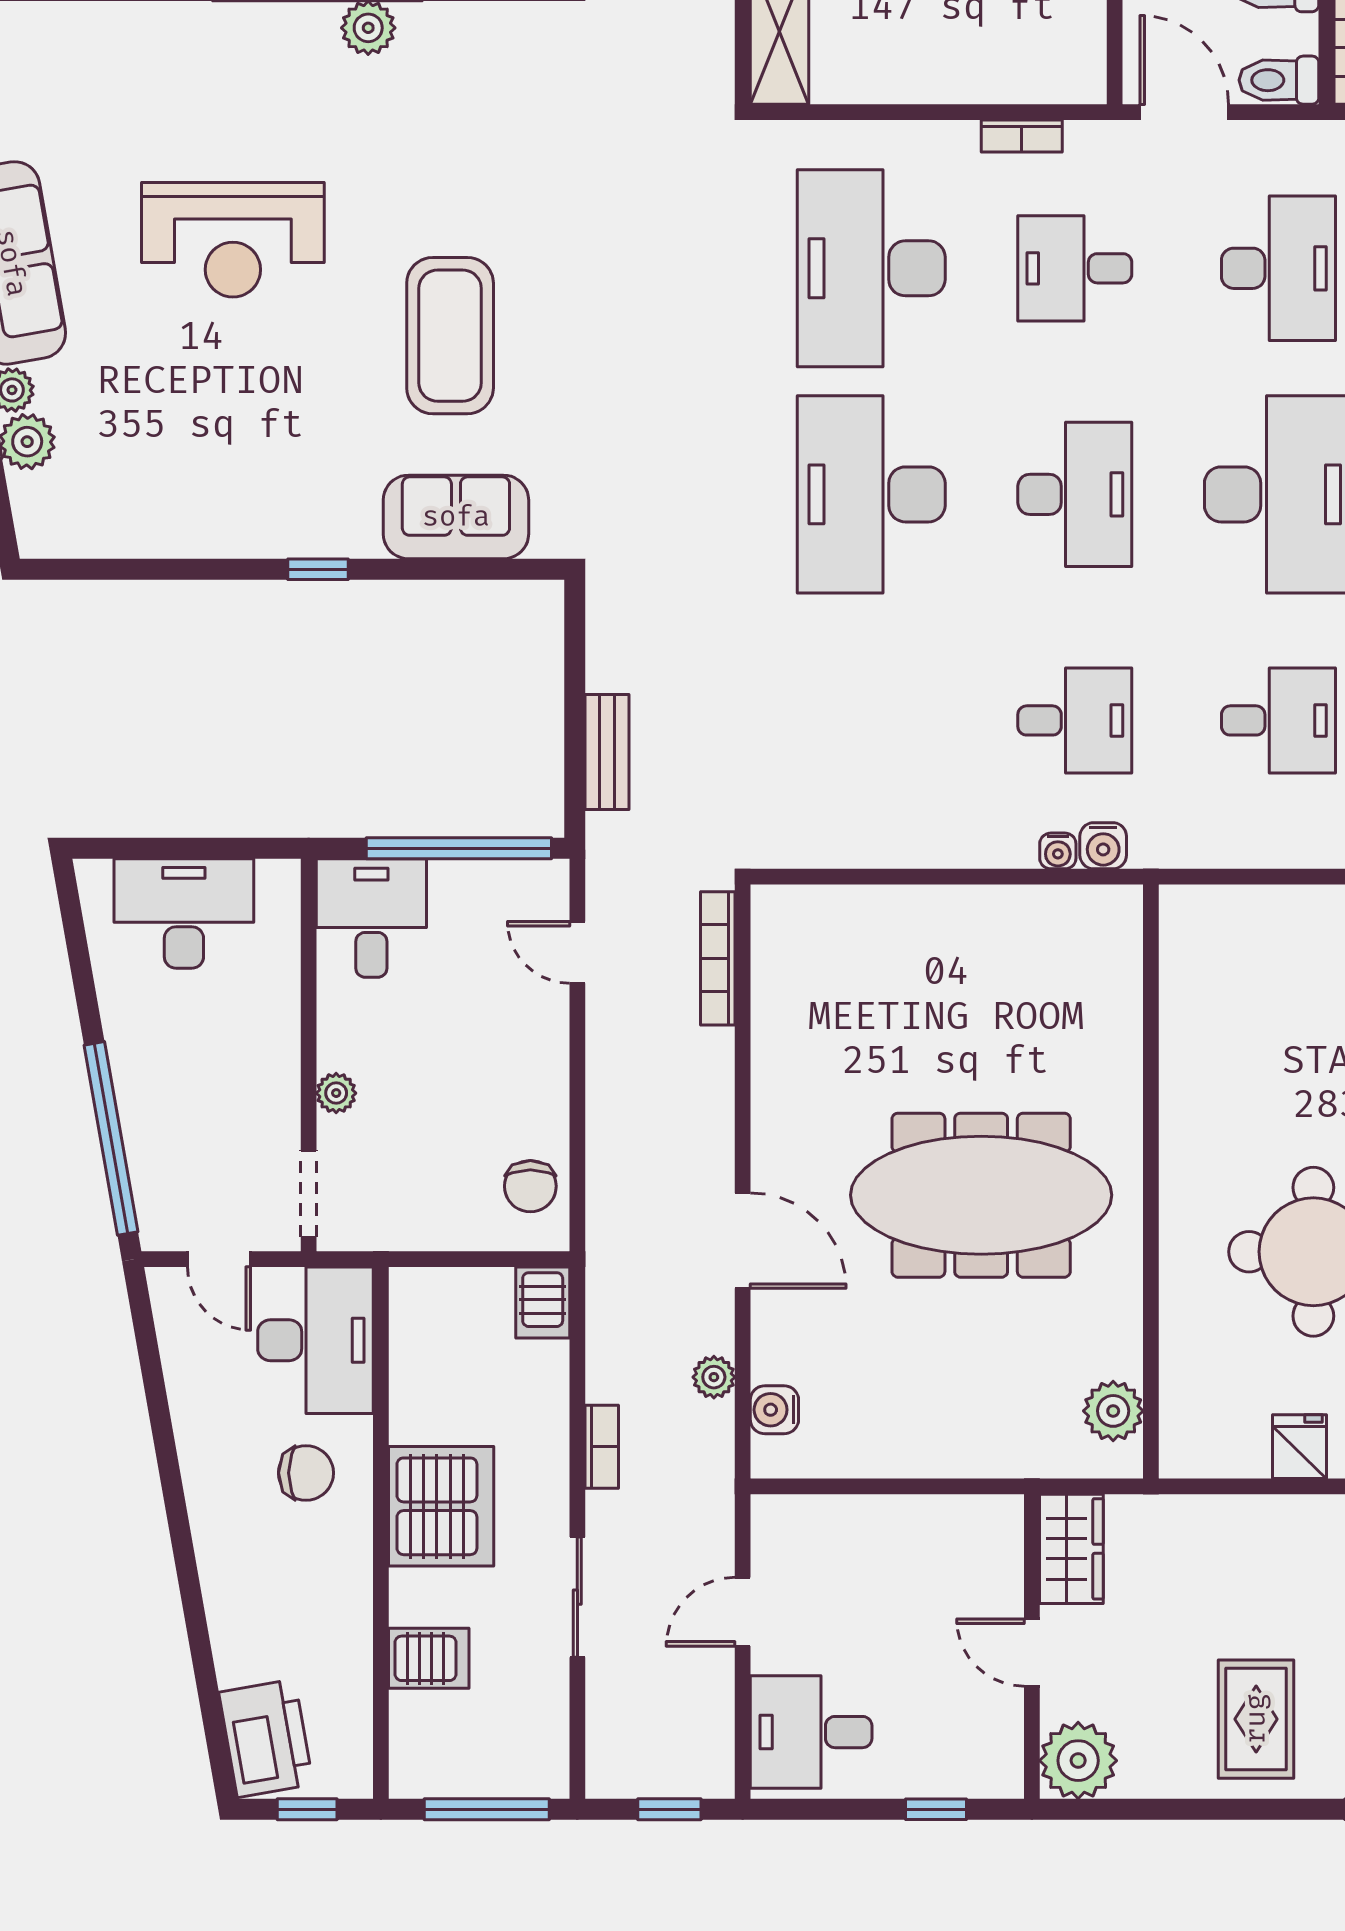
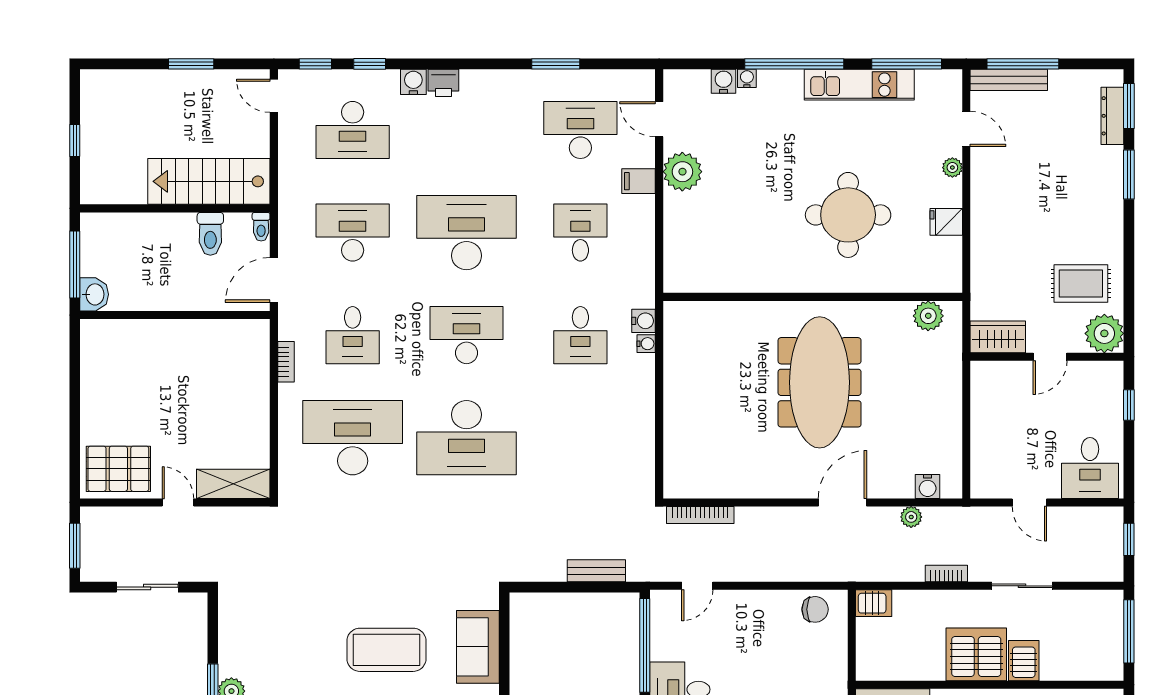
toilet: (1279, 80) -> (261, 227), width x0.73, depth x0.72
desk: (871, 268) -> (353, 438), turned 180
desk: (1075, 720) -> (580, 335), turned 180
server rack: (429, 1658) -> (1024, 661), moved
rug: (1256, 1719) -> (1081, 283), moved

